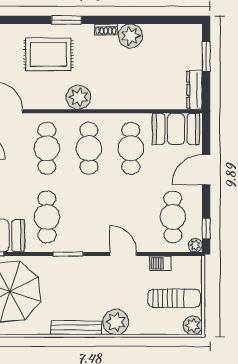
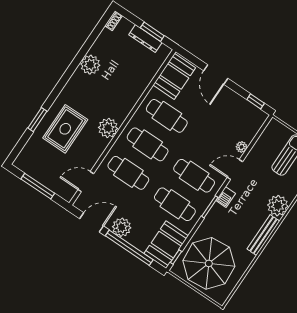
window: (66, 20) -> (37, 120), moved
shoe rack: (106, 29) -> (114, 21), moved
window: (206, 57) -> (152, 32), moved
dresser: (194, 90) -> (145, 39), moved
cafe table: (173, 217) -> (194, 176), moved
plant: (195, 245) -> (242, 147), moved
barbecue: (160, 263) -> (226, 197), moved

